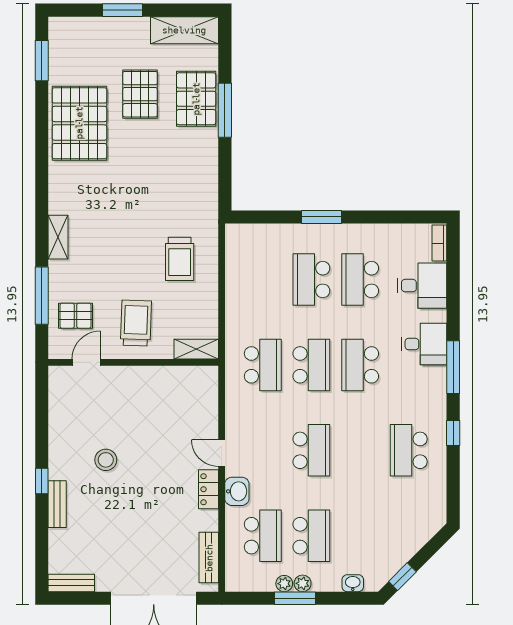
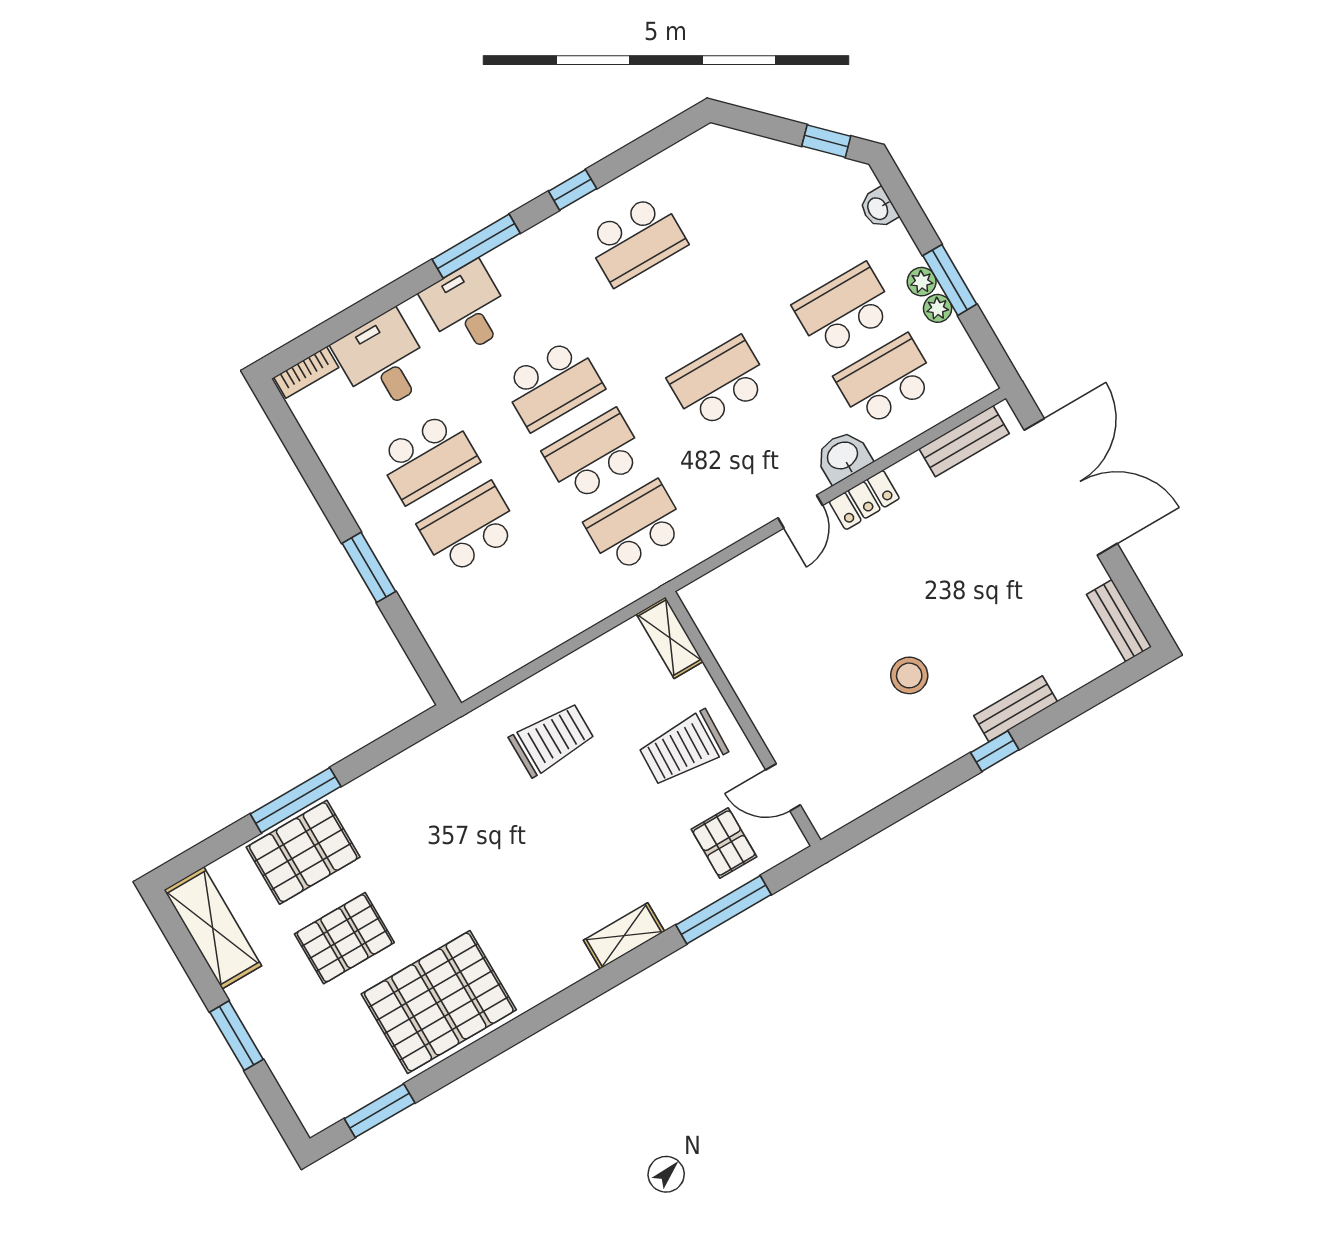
school desk: (311, 280) -> (469, 529), turned 180

